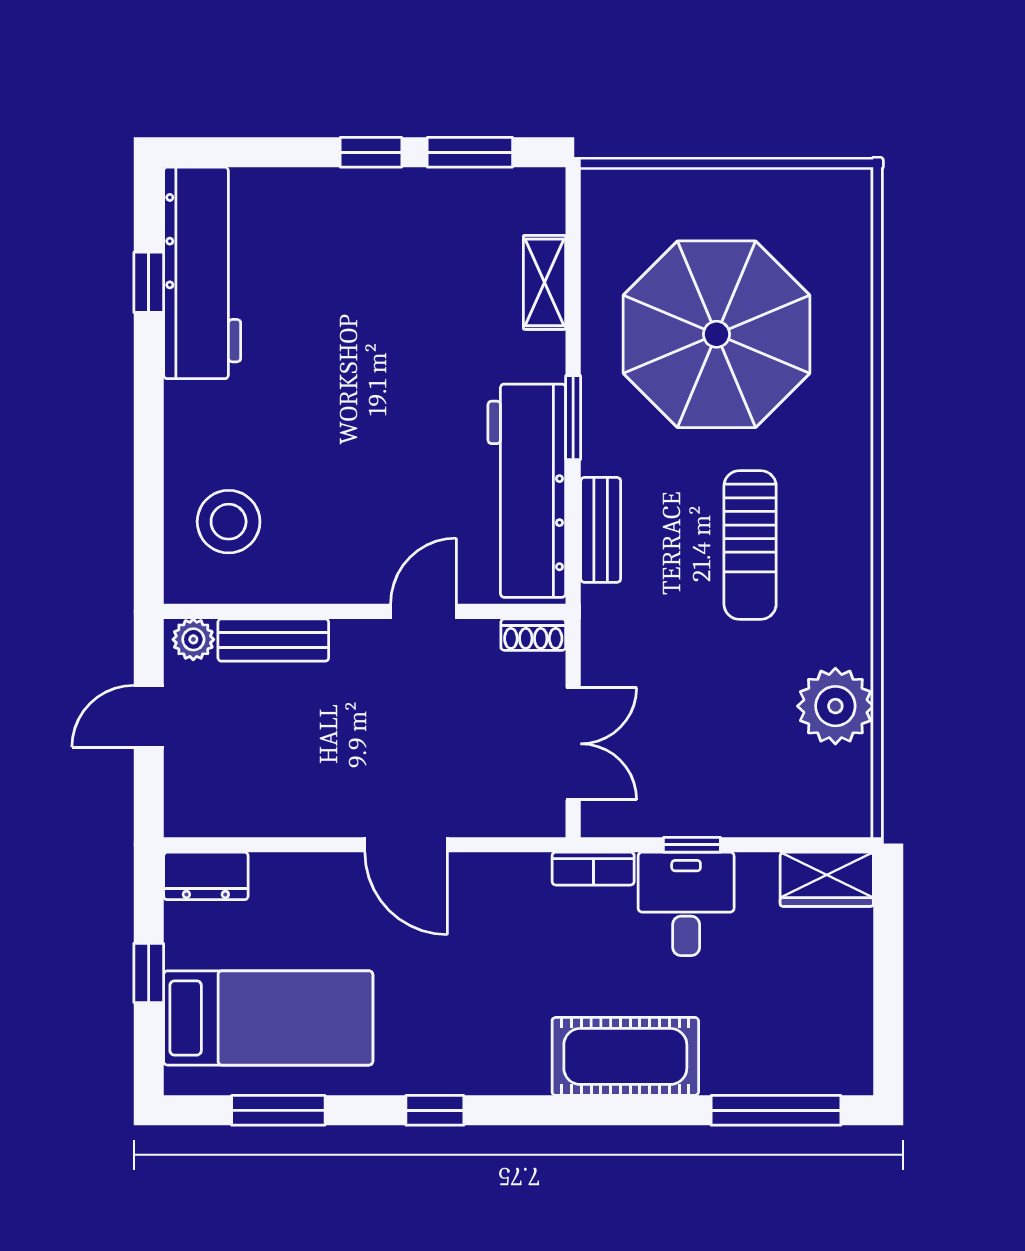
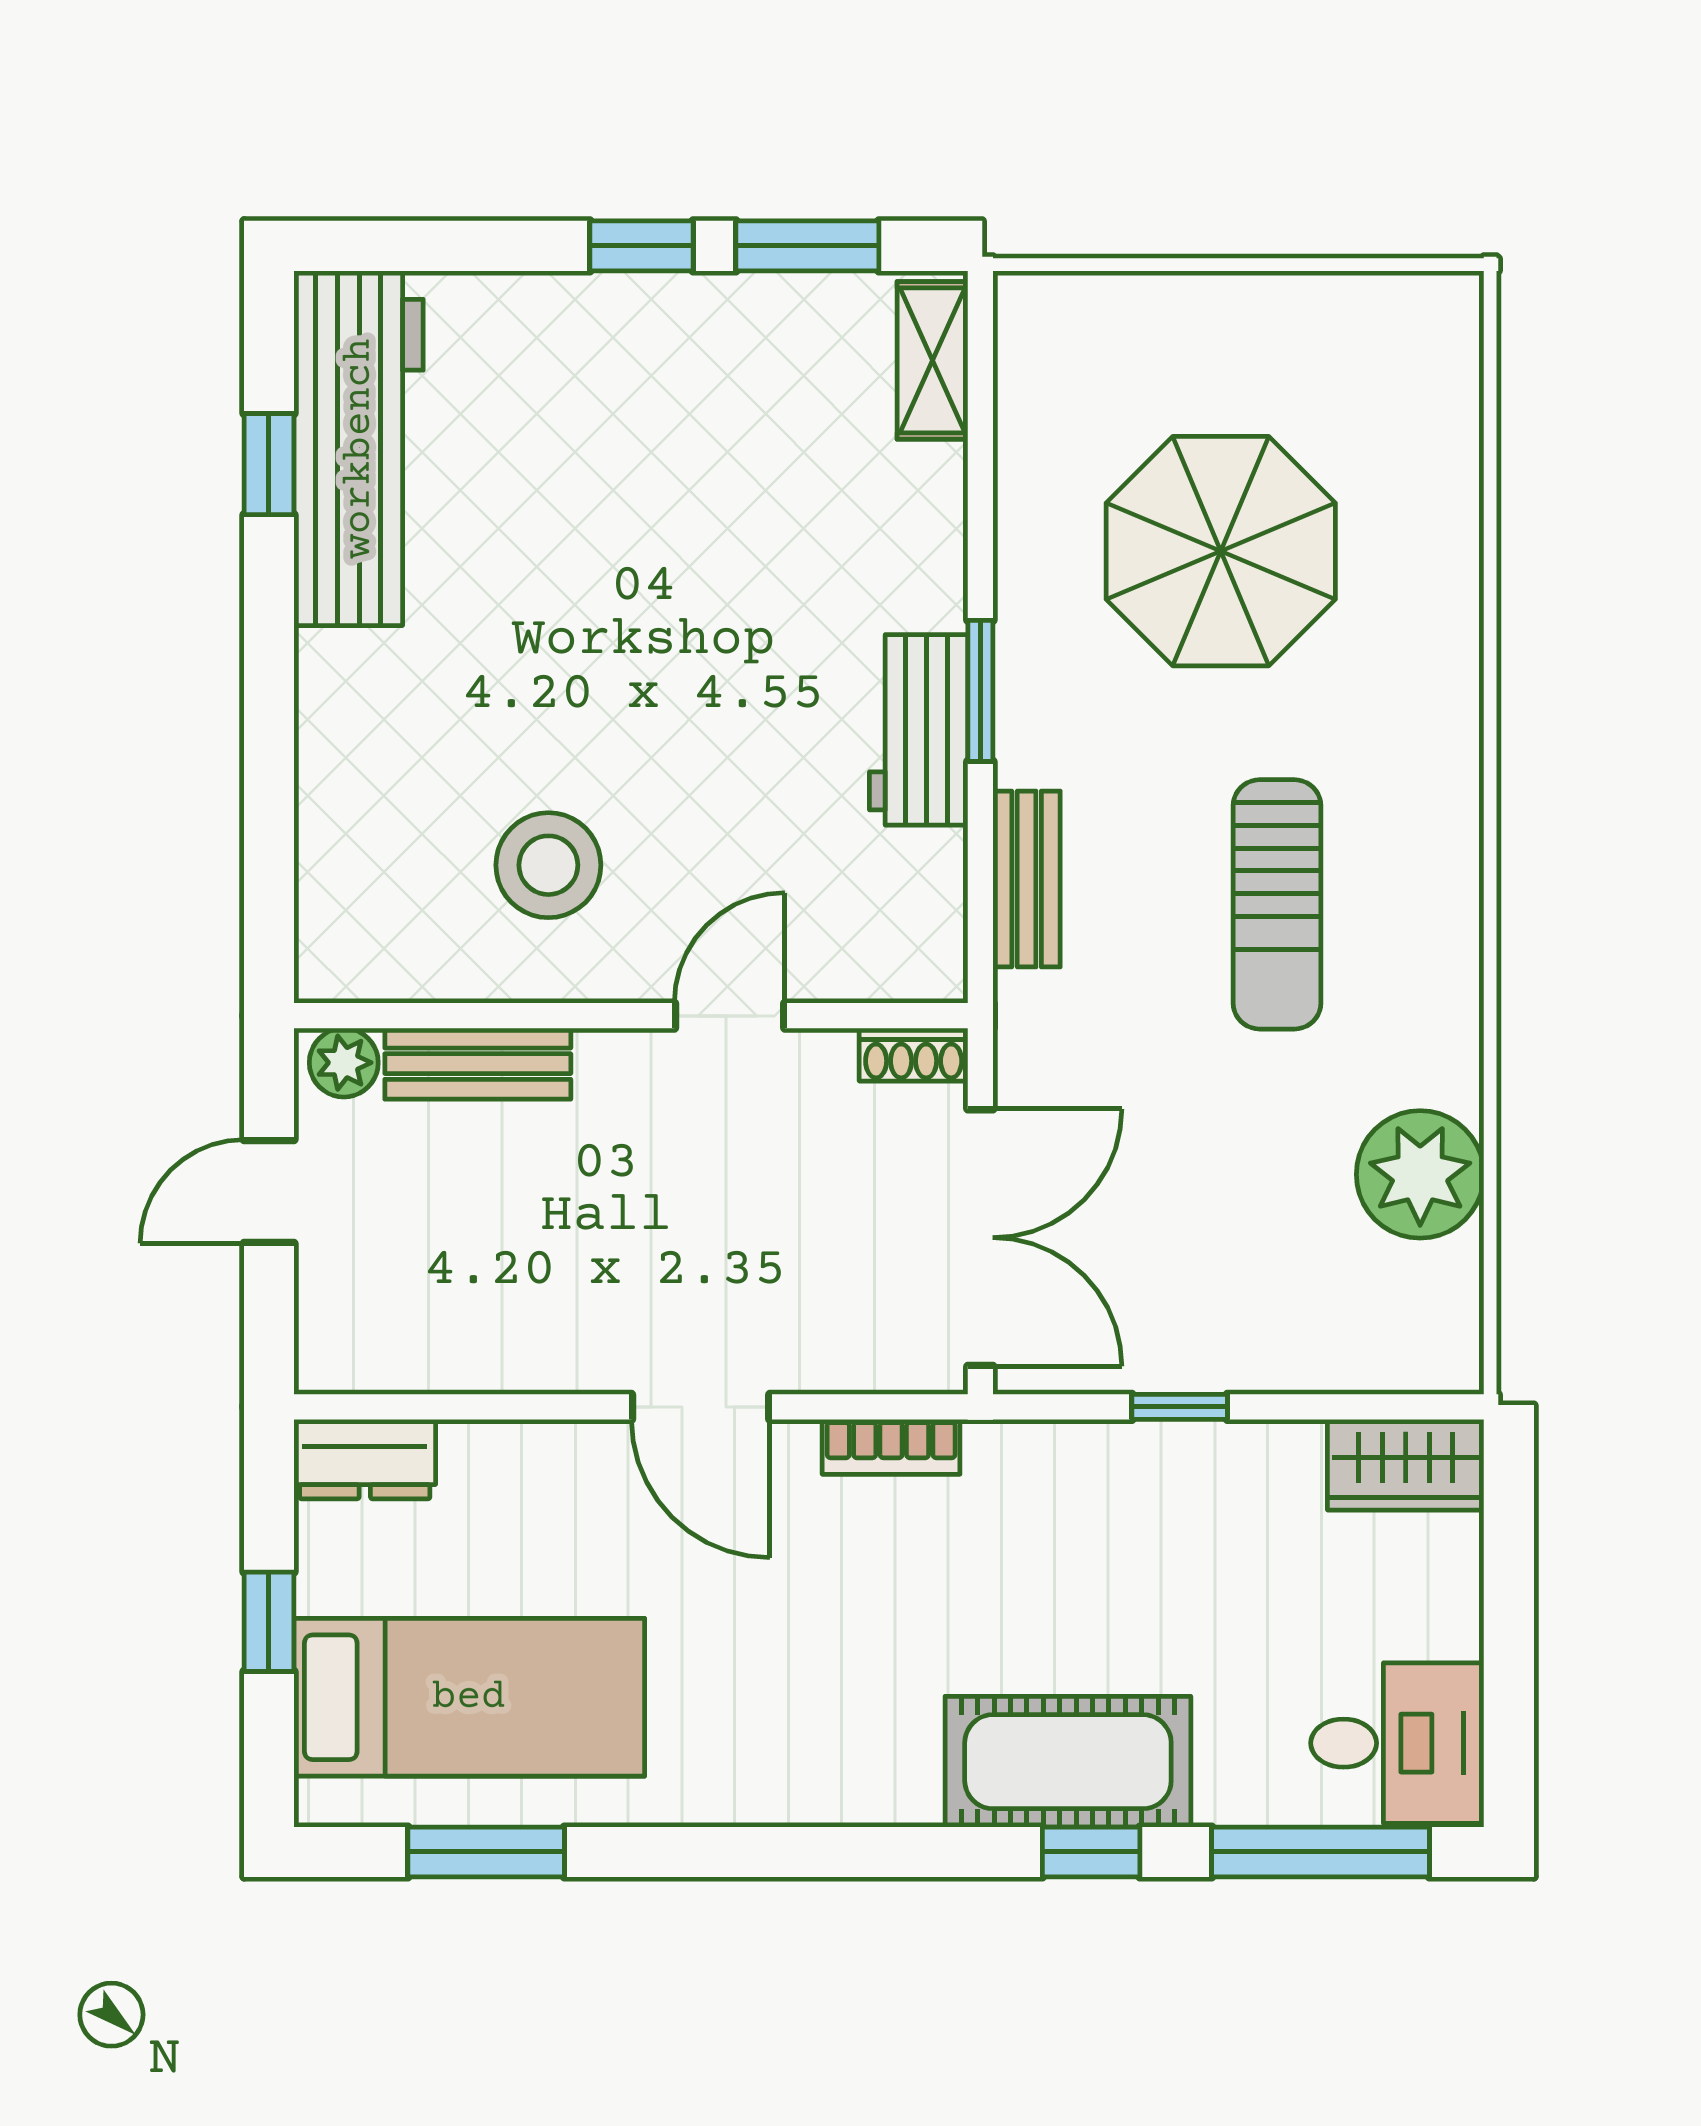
shelving: (545, 282) -> (933, 360), moved
parasol: (716, 334) -> (1221, 551), width x0.73, depth x0.73
workbench: (527, 491) -> (919, 730), width x0.53, depth x0.76
stool: (229, 522) -> (548, 865), moved
double door: (573, 744) -> (980, 1238), width x1.37
bookcase: (593, 869) -> (891, 1447), moved
desk: (686, 904) -> (1397, 1743), moved, turned 90
window: (435, 1110) -> (1091, 1852), moved

